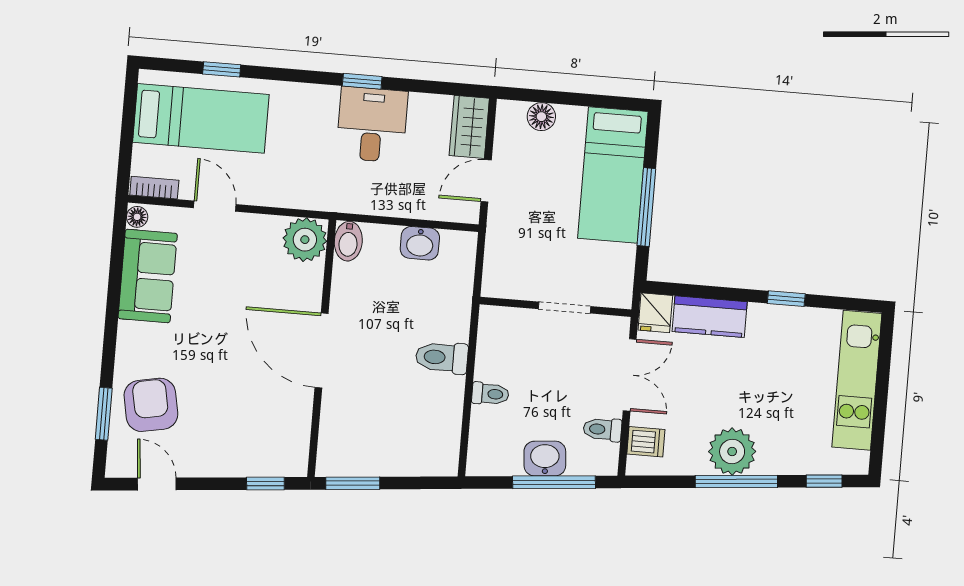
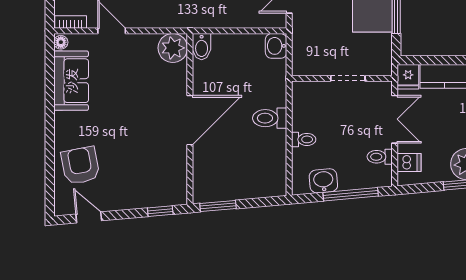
washbasin: (420, 243) -> (276, 46), moved, turned 90
door: (321, 350) -> (190, 120), swing flipped
window: (104, 414) -> (50, 174), removed
washbasin: (545, 459) -> (323, 181), moved

